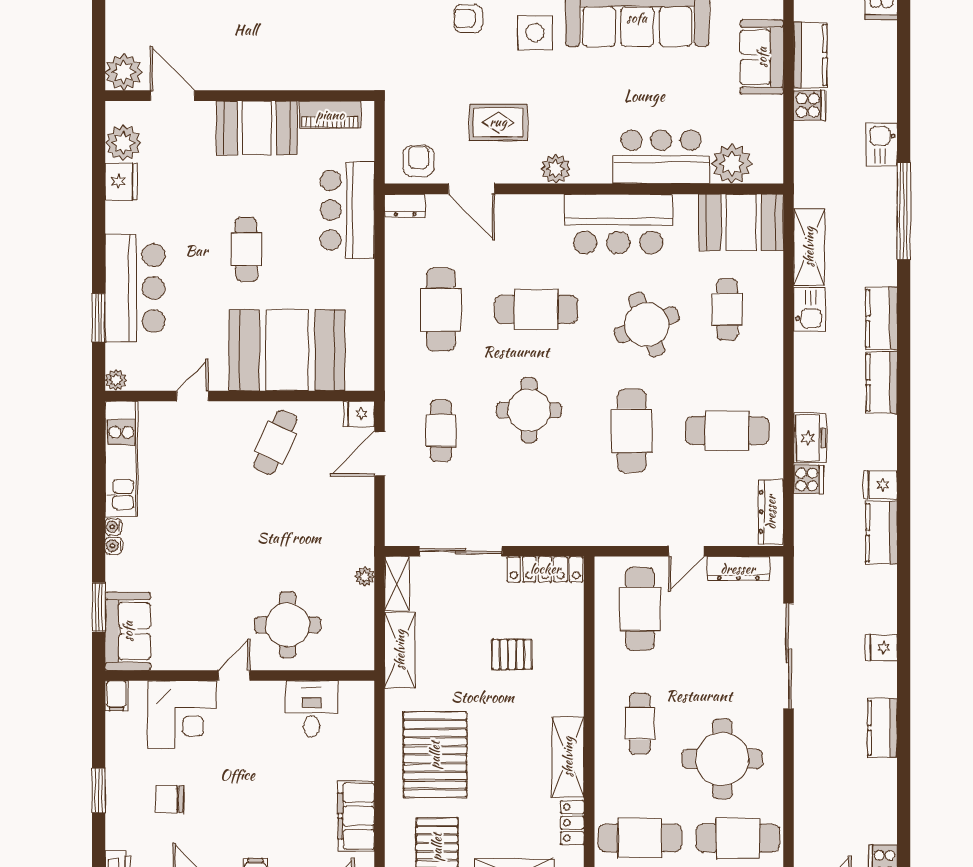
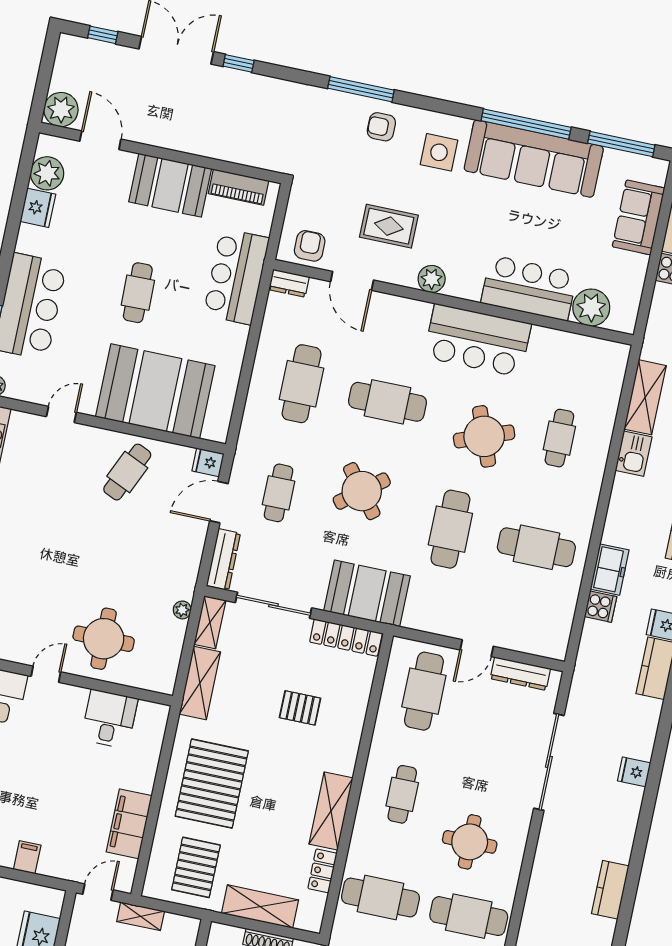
booth: (741, 222) -> (367, 593), moved
round table: (529, 410) -> (362, 491), turned -38
dresser: (771, 512) -> (223, 559), moved, turned 180
kitchen counter: (882, 728) -> (610, 890), moved
round table: (722, 759) -> (470, 842), width x0.73, depth x0.73

